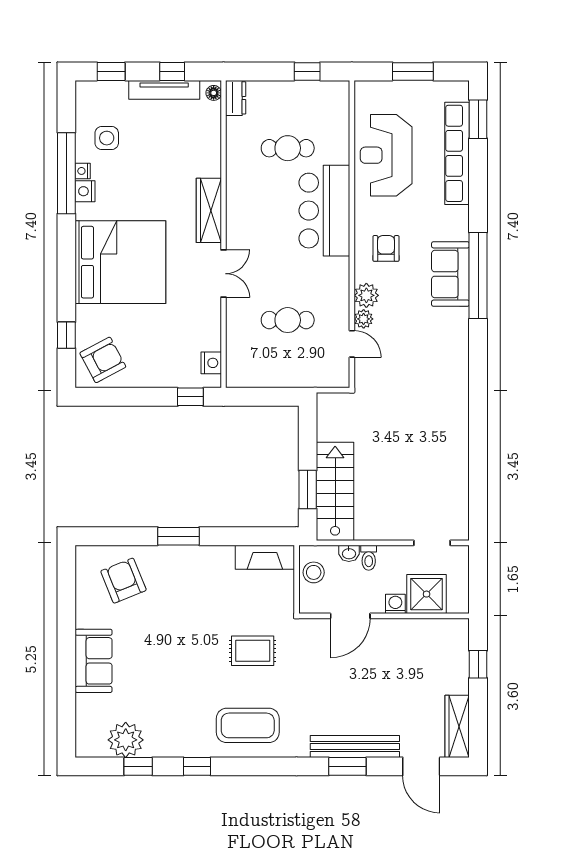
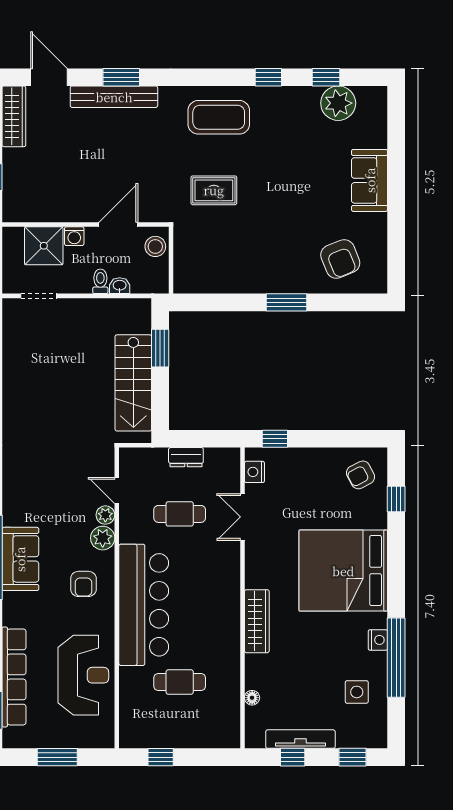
floor lamp: (214, 93) -> (252, 698), moved
dresser: (236, 98) -> (186, 457), moved, turned -90
nightstand: (83, 171) -> (380, 660), removed
bar counter: (324, 211) -> (144, 605), width x1.36
double door: (224, 274) -> (242, 517), moved
armchair: (103, 360) -> (361, 475), width x0.72, depth x0.72
stairs: (335, 491) -> (133, 383), moved
fireplace: (265, 557) -> (202, 282), removed
stool: (314, 572) -> (155, 246), moved

